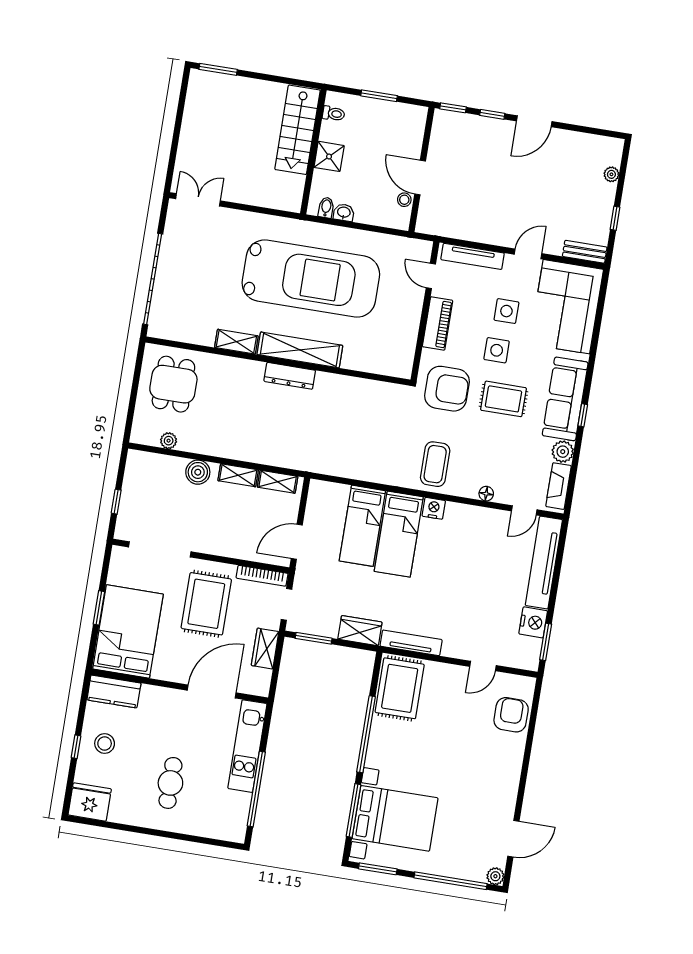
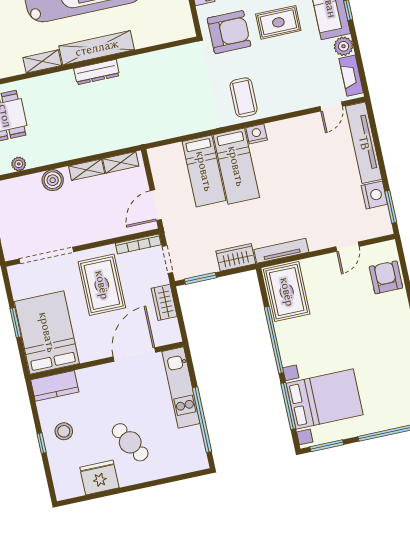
floor lamp: (486, 494) -> (295, 105), removed
cafe table: (170, 783) -> (130, 442), turned -30
fridge: (90, 802) -> (99, 477), moved

